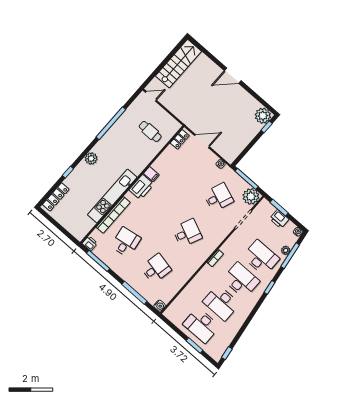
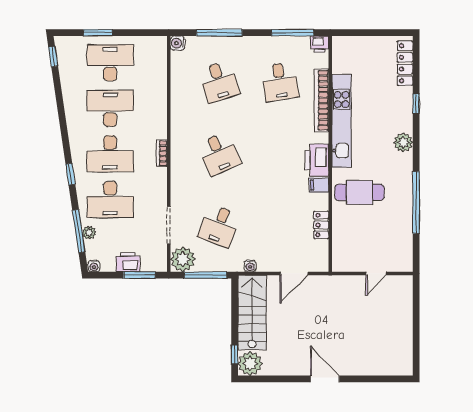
stairs: (178, 64) -> (252, 313), moved, turned 180
door: (233, 76) -> (325, 379), hinge flipped
door: (151, 96) -> (376, 273), moved
cafe table: (150, 131) -> (359, 192), moved, width x1.37, depth x1.35
locker: (180, 139) -> (321, 225), moved
desk: (187, 233) -> (219, 154), turned -48
desk: (156, 268) -> (219, 82), turned -30

